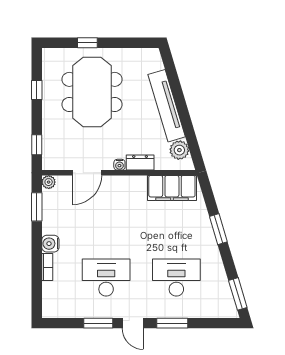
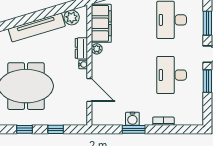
window: (37, 145) -> (56, 129), moved
plant: (49, 182) -> (97, 49), moved
window: (37, 207) -> (134, 129), moved
water cooler: (50, 244) -> (132, 119), moved

